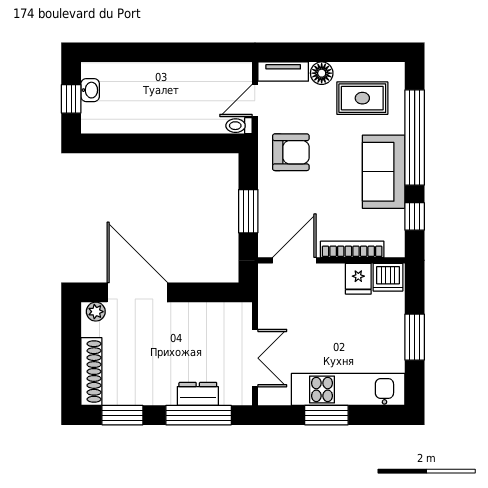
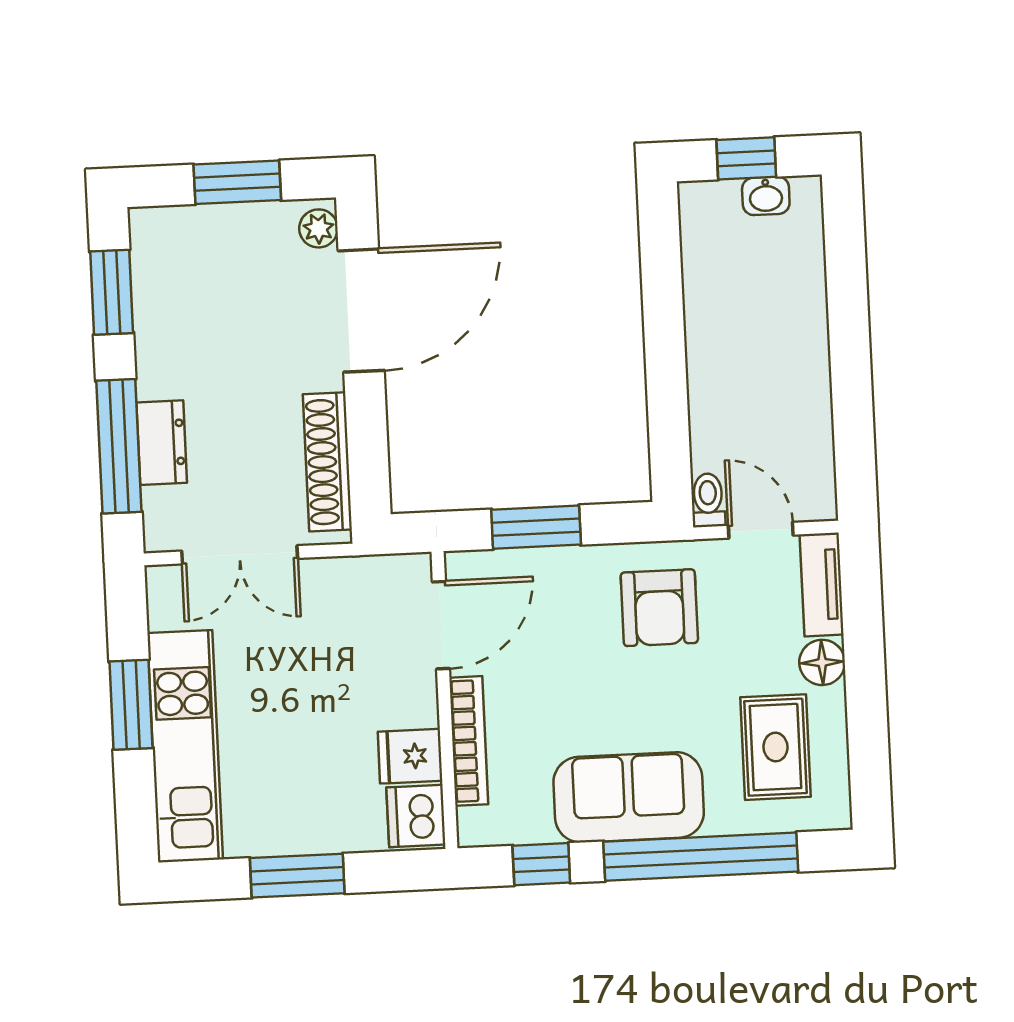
door: (294, 260) -> (441, 625), hinge flipped
window: (71, 351) -> (237, 182), added
shoe rack: (91, 371) -> (327, 462), moved, turned 90

